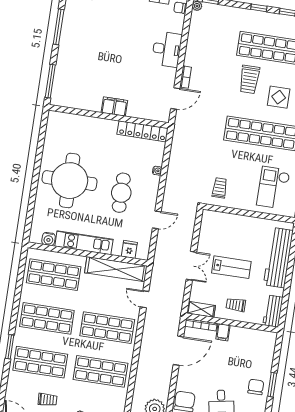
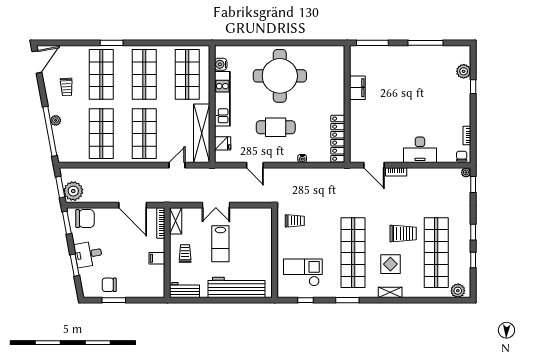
trolley: (249, 79) -> (403, 233), turned 180
filing cabinet: (114, 106) -> (357, 88), moved
filing cabinet: (223, 332) -> (157, 258), moved
chair: (256, 387) -> (109, 285), turned 180

